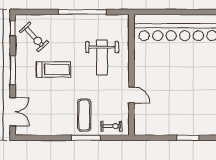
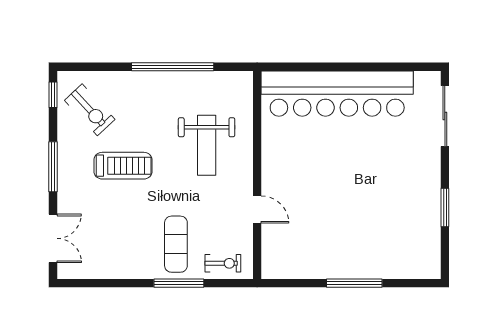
window: (188, 138) -> (354, 283), width x1.44

